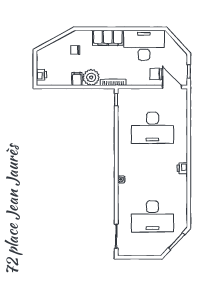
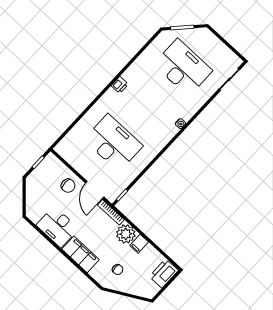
desk: (144, 45) -> (57, 227), width x0.73, depth x0.77
printer: (41, 75) -> (164, 273), width x1.87, depth x1.48
door: (172, 87) -> (95, 190), moved

